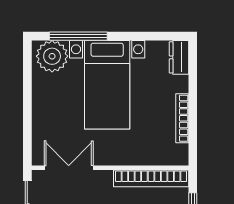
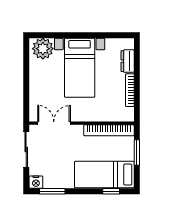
window: (78, 36) -> (60, 35), removed
dresser: (179, 57) -> (128, 61), moved

